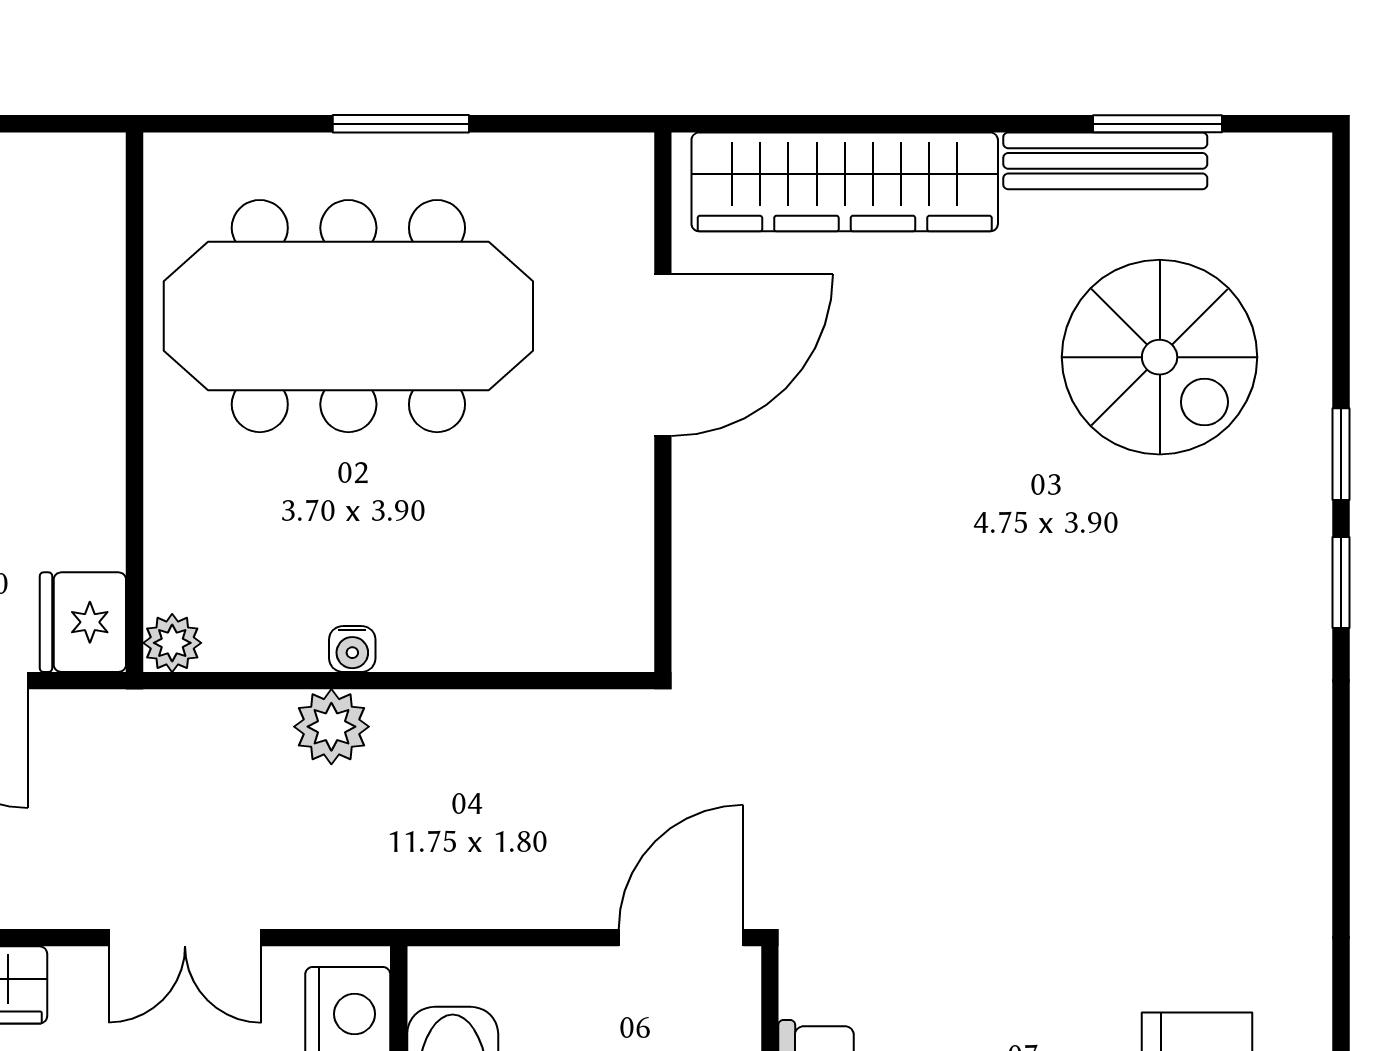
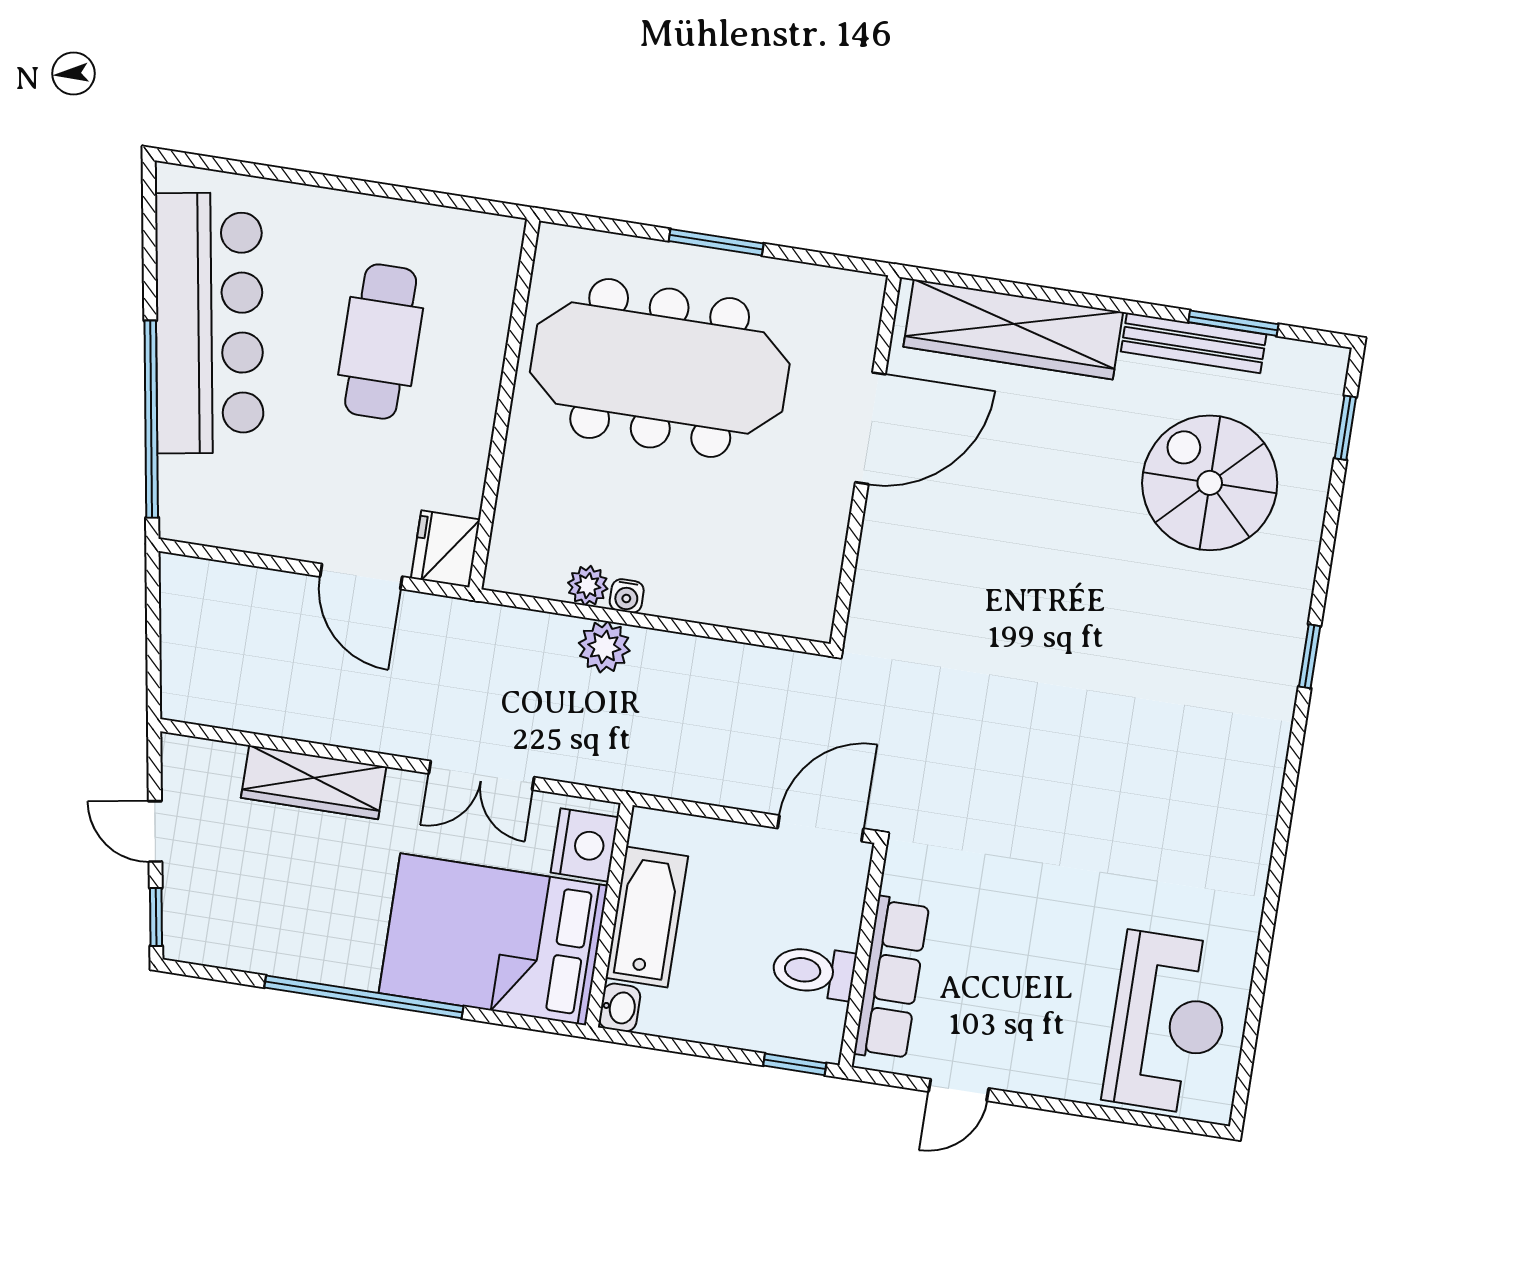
spiral stairs: (1160, 357) -> (1210, 483), turned 180
window: (1341, 454) -> (1345, 428), moved
plant: (172, 643) -> (588, 586), moved

